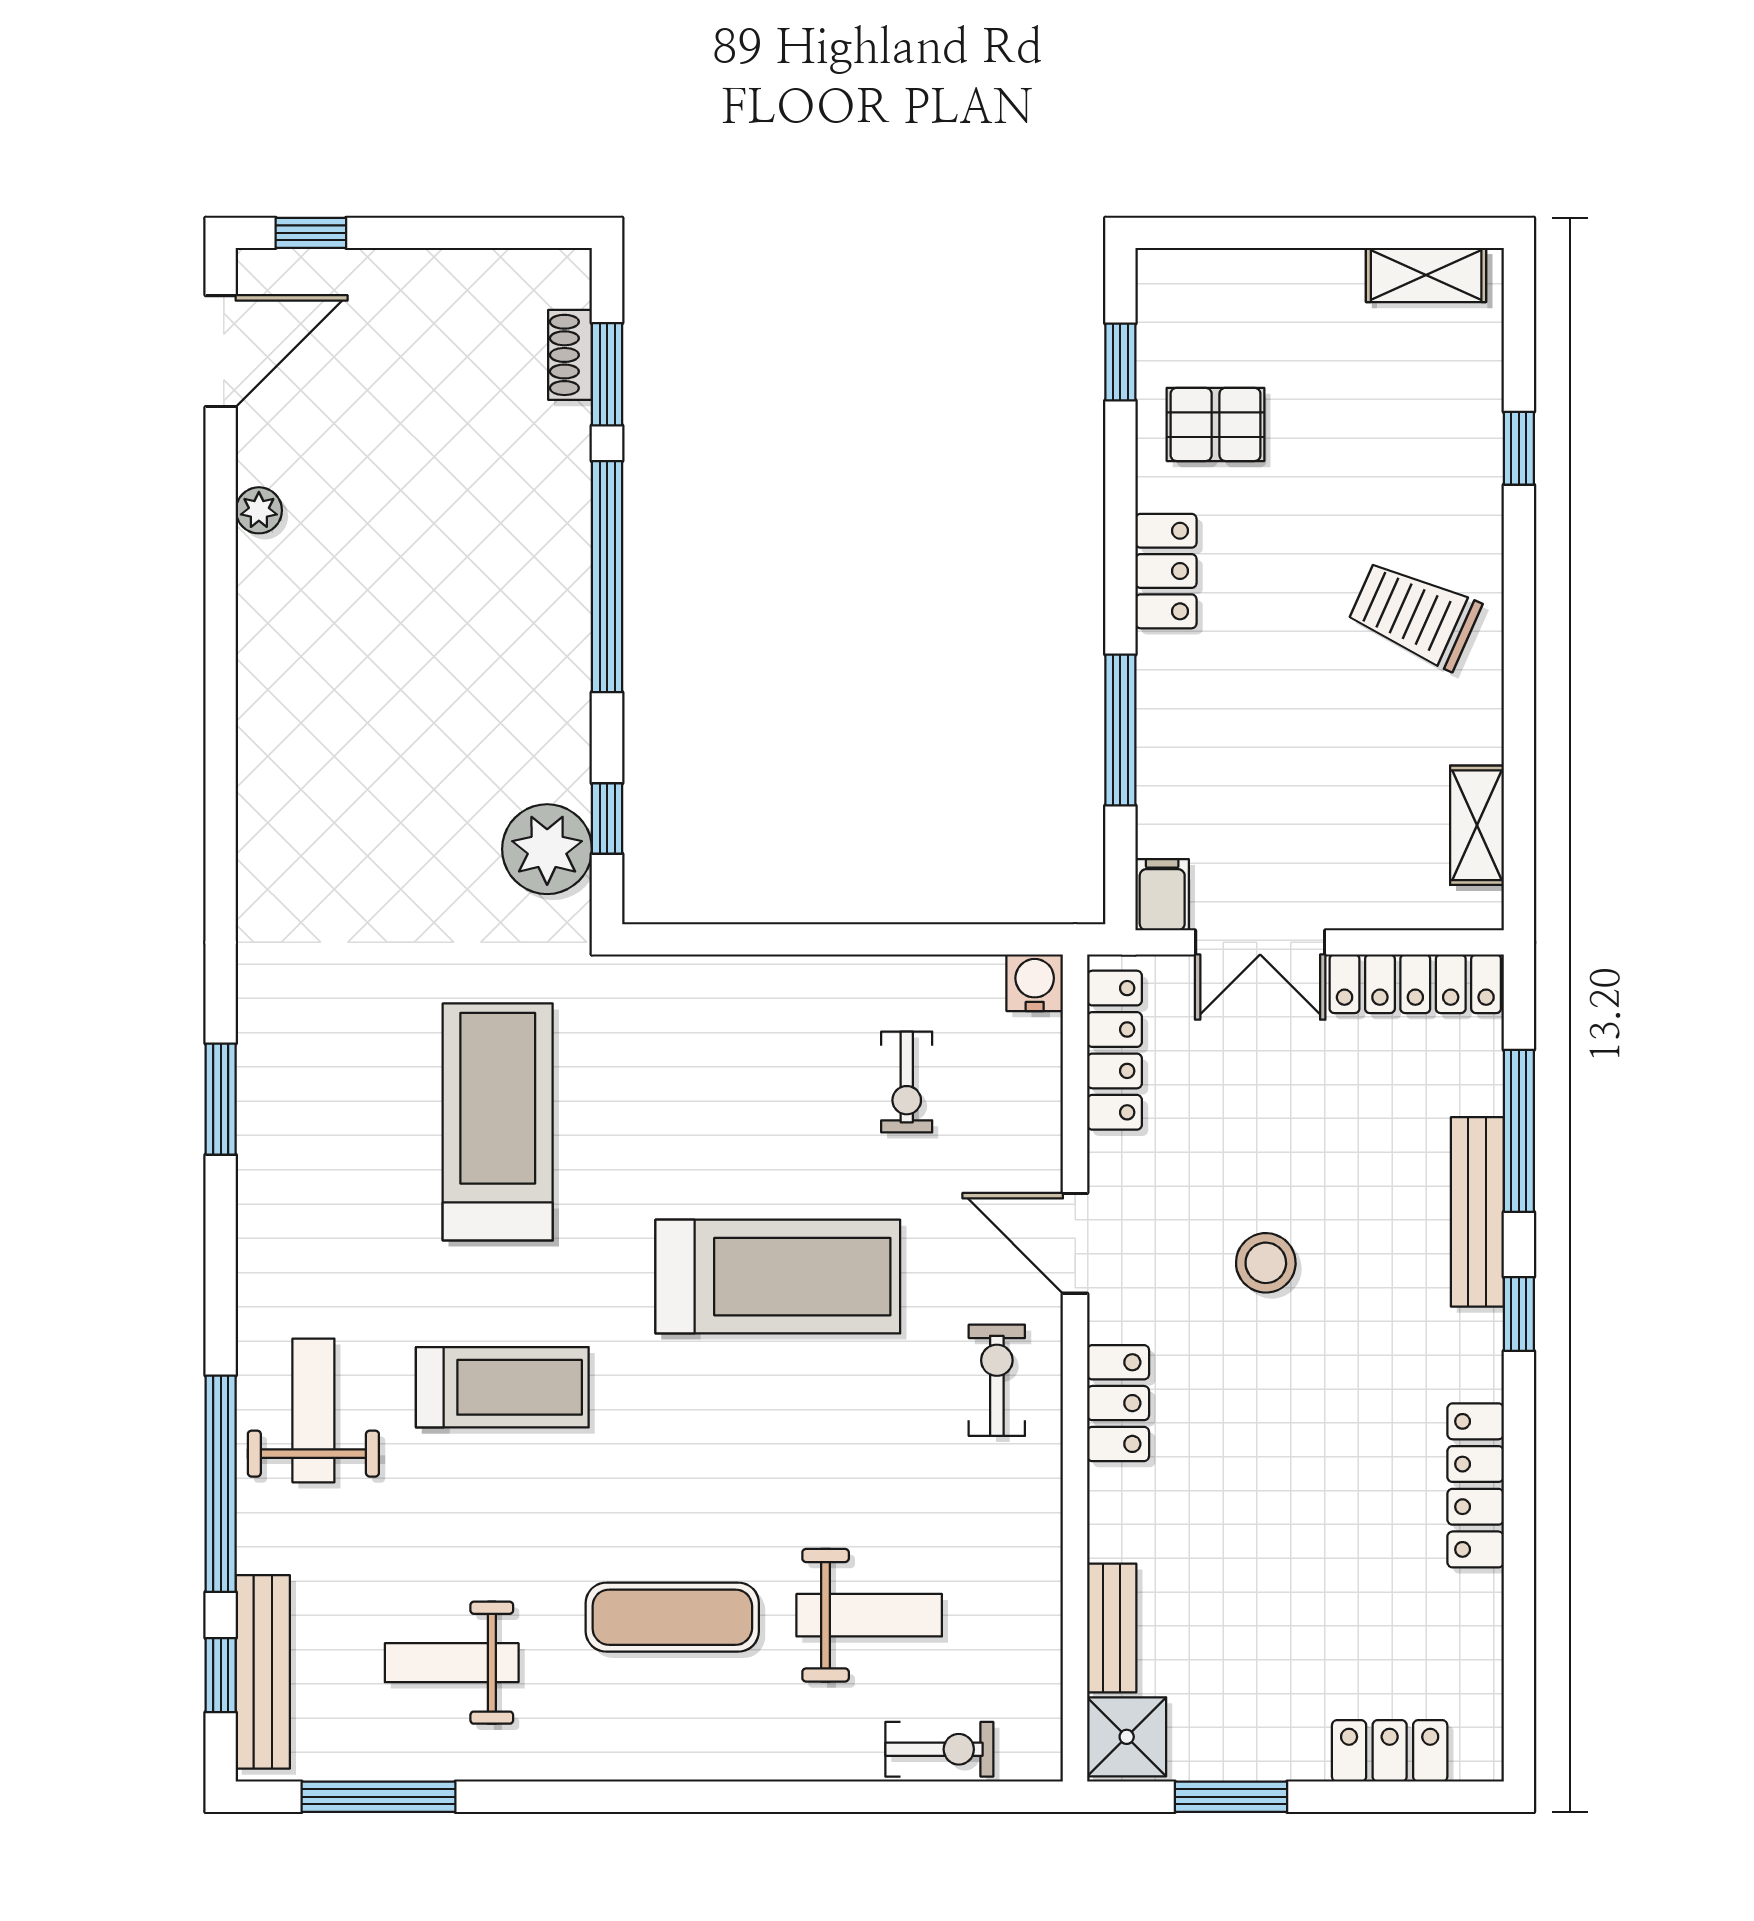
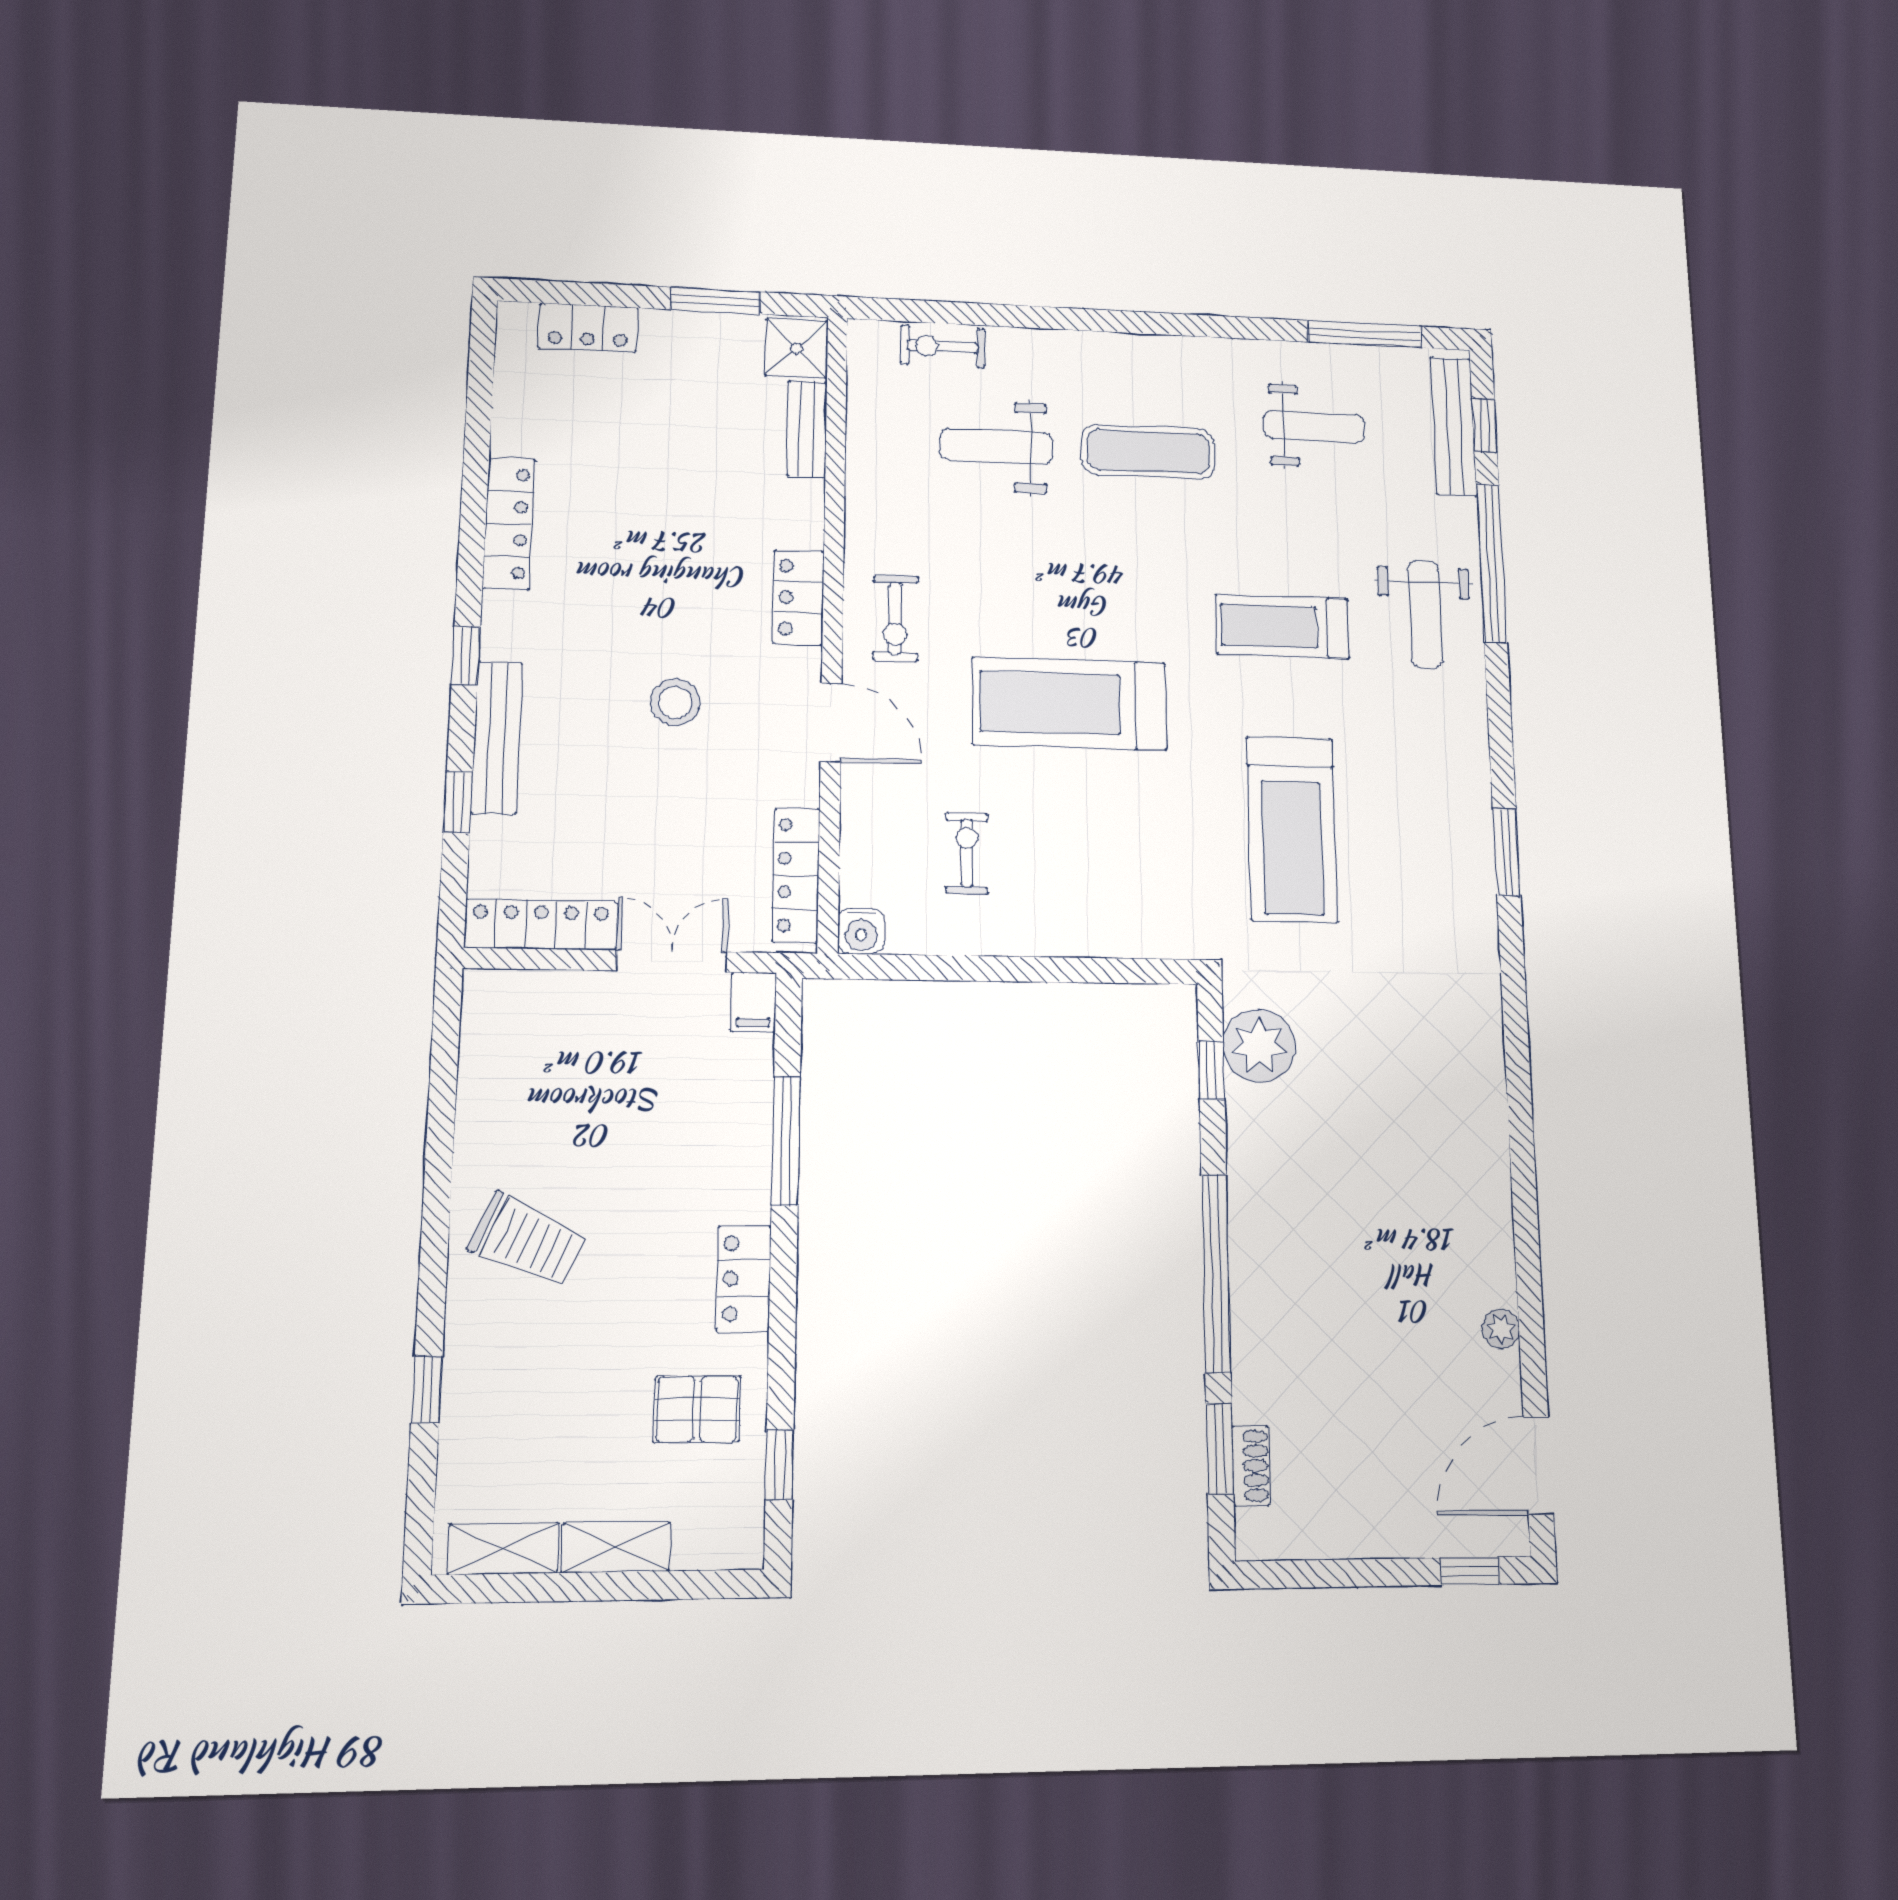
shelving: (1477, 825) -> (616, 1547), moved, turned 90
window: (1519, 1131) -> (458, 802), width x0.46

